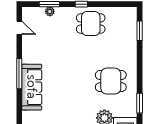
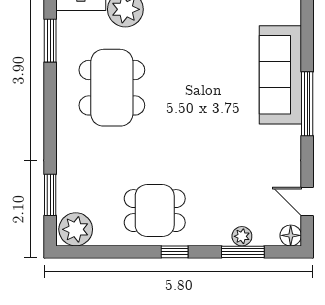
floor lamp: (27, 12) -> (291, 235), added
plant: (128, 15) -> (76, 229), added
dining table: (111, 81) -> (112, 88), width x1.38

